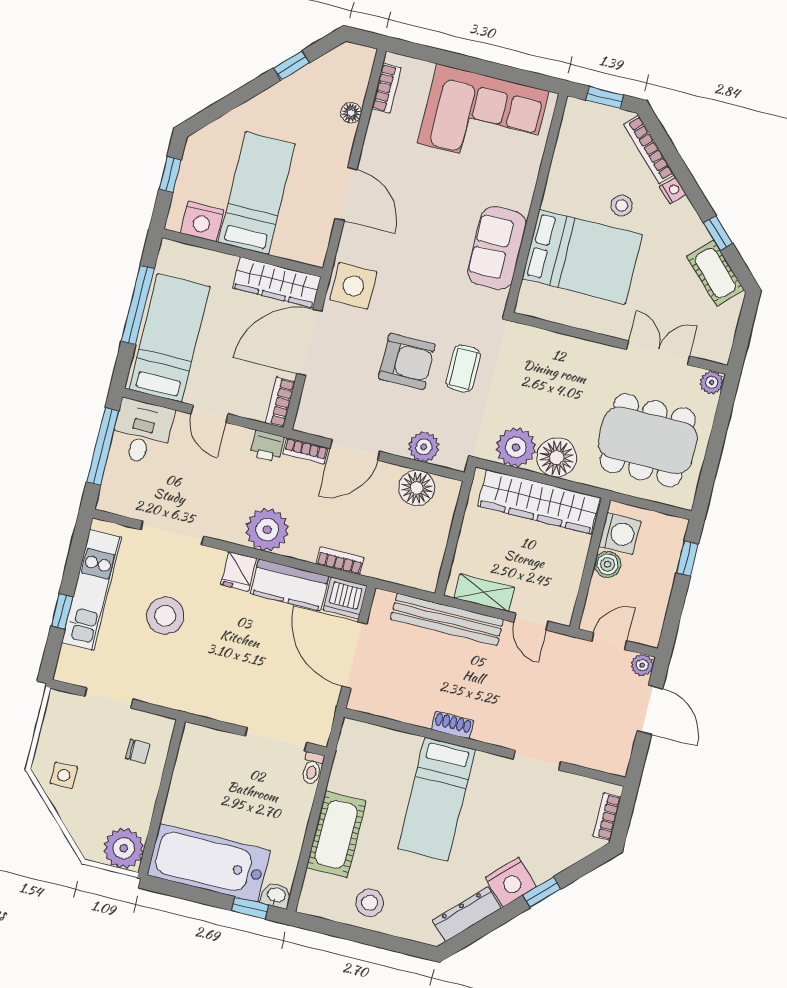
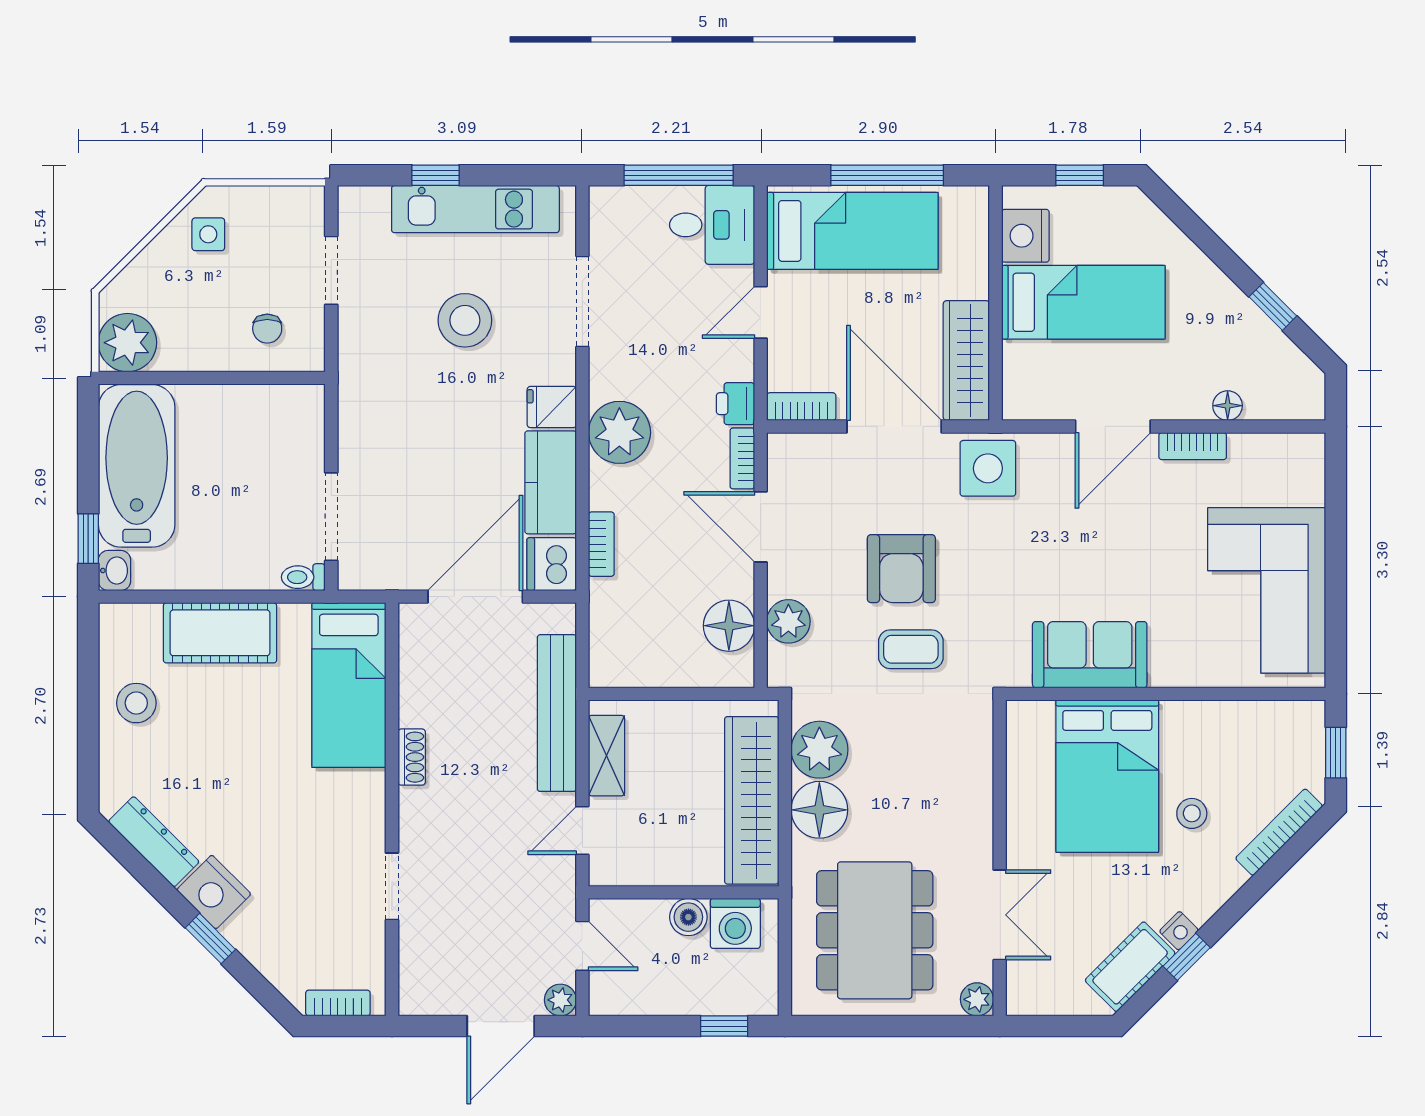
bookcase: (386, 88) -> (1193, 446), moved
nightstand: (673, 190) -> (1179, 931), moved
bed: (437, 799) -> (349, 685), moved, turned -90

